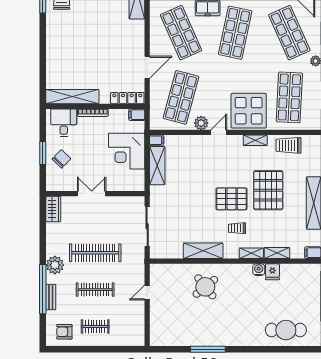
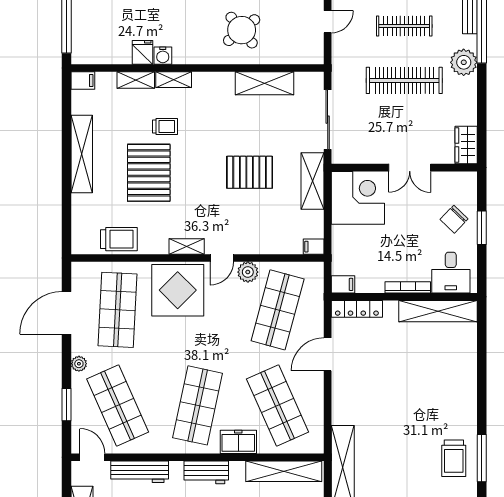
shelving: (255, 140) -> (187, 246), moved
corner desk: (127, 151) -> (358, 198), moved
shelving: (157, 166) -> (313, 181), moved
pallet: (231, 199) -> (250, 172), moved
trolley: (237, 228) -> (165, 126), moved
shelving: (203, 251) -> (264, 83), moved

